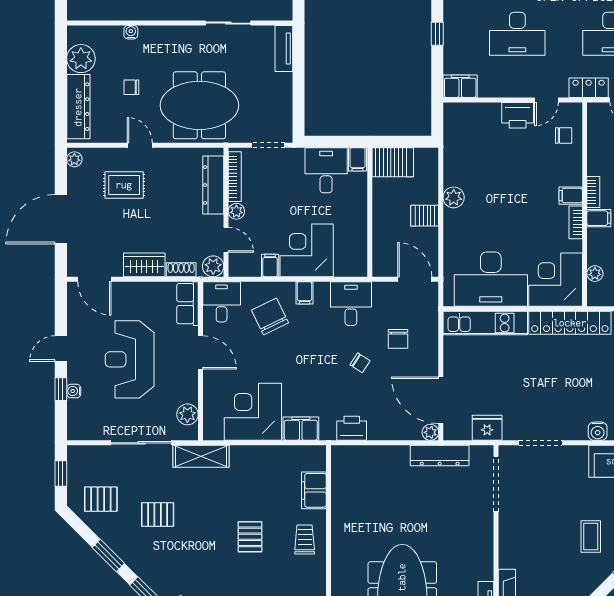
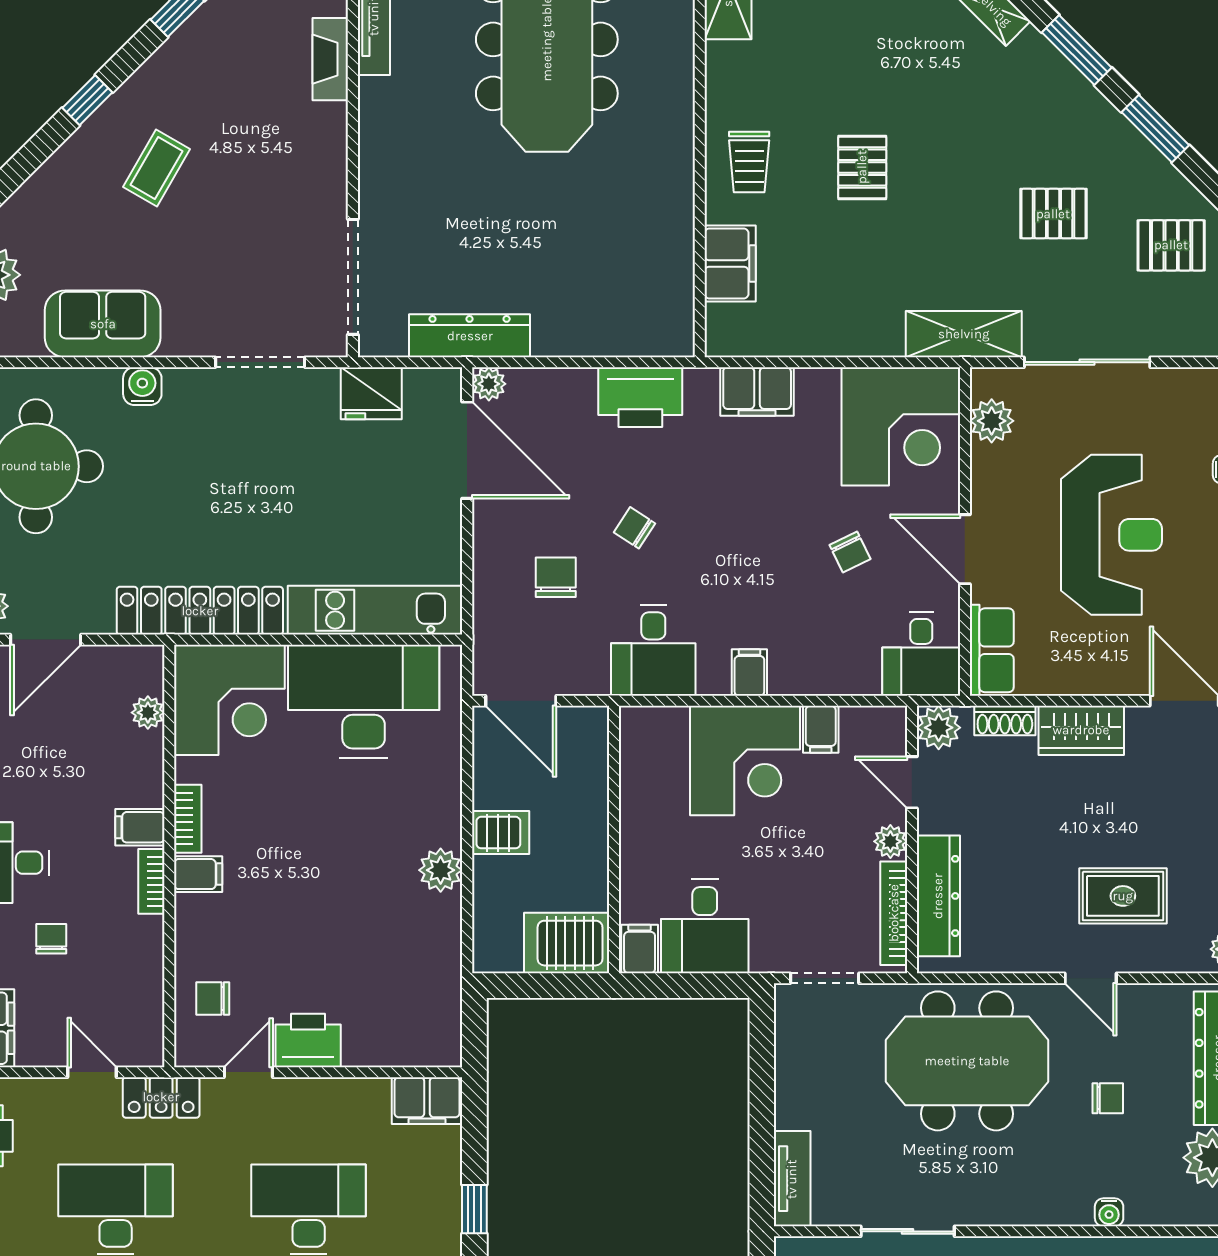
chair: (270, 317) -> (850, 552), moved, width x0.54, depth x0.54
corner desk: (253, 412) -> (901, 426), moved
printer: (352, 428) -> (640, 397), width x1.37, depth x1.19
coffee table: (591, 537) -> (156, 168), turned 30

